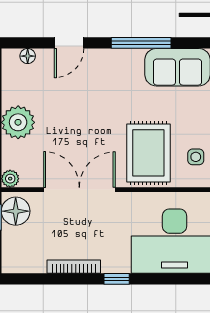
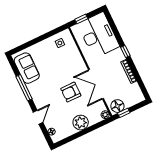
door: (69, 43) -> (38, 117), hinge flipped
armchair: (88, 132) -> (71, 92), added
rug: (148, 153) -> (68, 63), removed

